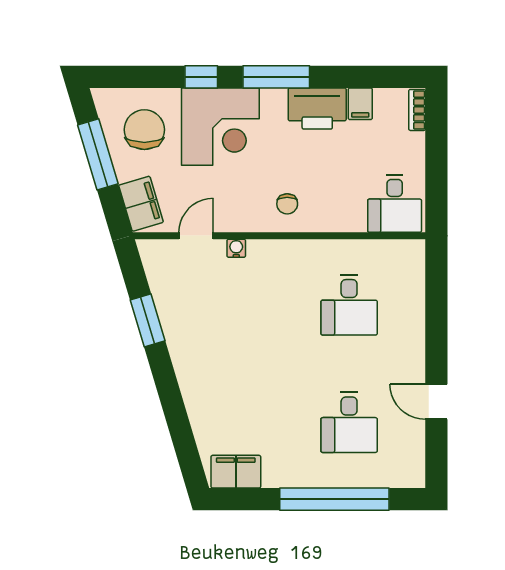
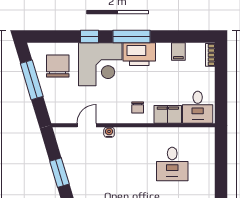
printer: (317, 109) -> (139, 54), moved
filing cabinet: (141, 204) -> (168, 114), moved, turned -73

